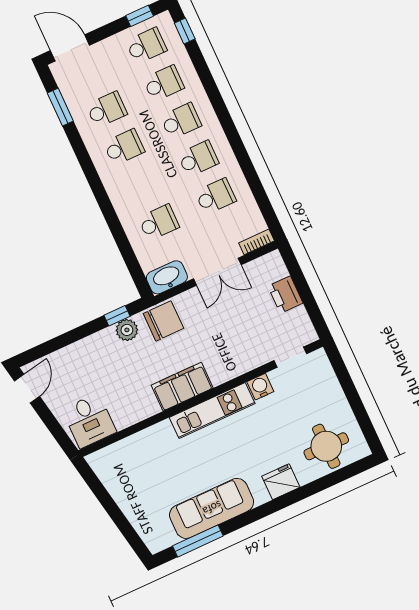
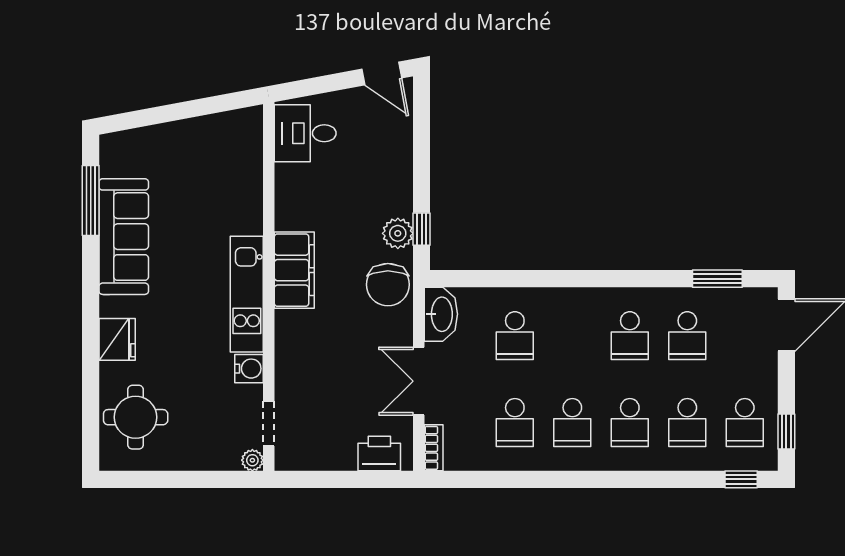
printer: (285, 295) -> (379, 454), moved
plant: (319, 357) -> (252, 460), added

